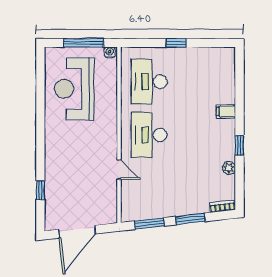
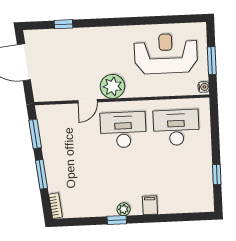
window: (83, 43) -> (212, 61), width x0.69
window: (176, 43) -> (217, 174), moved
plant: (105, 144) -> (112, 86), added
plant: (229, 168) -> (124, 209), moved

